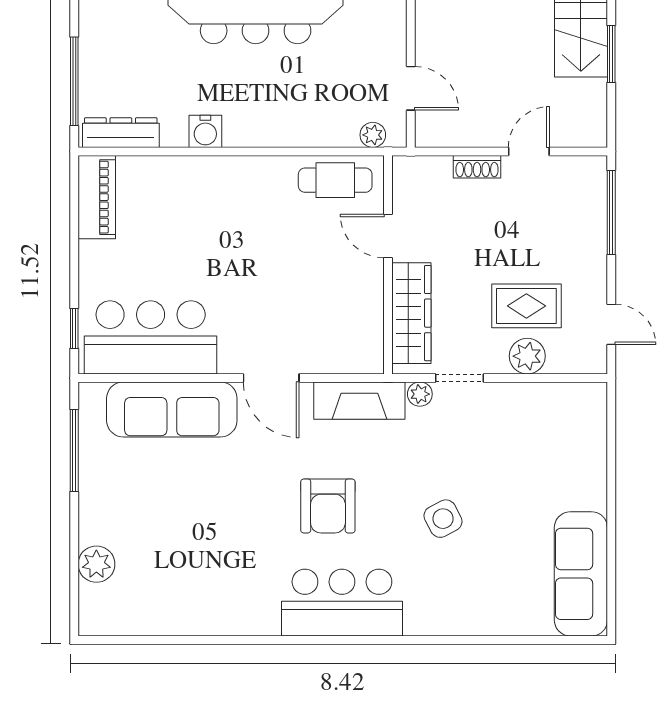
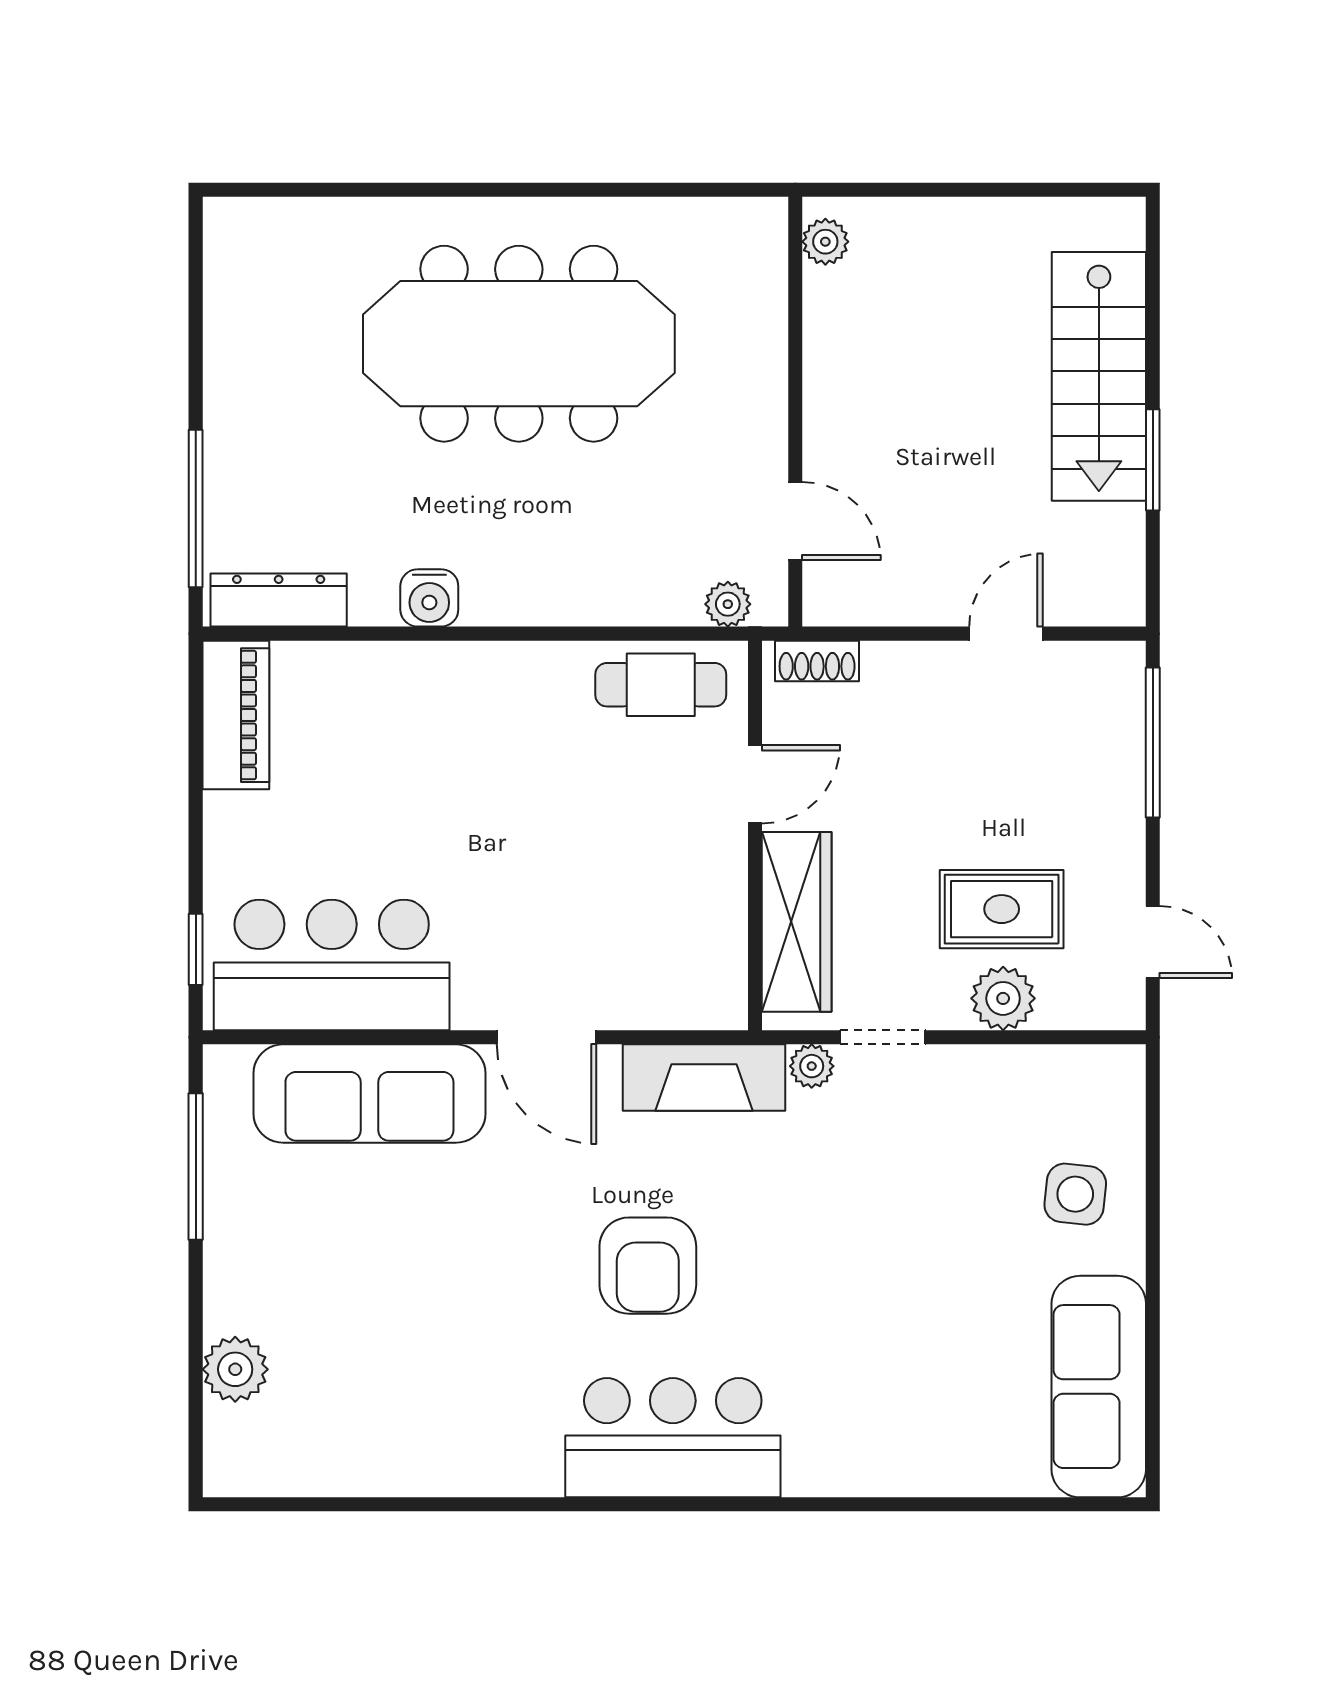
shoe rack: (477, 167) -> (817, 661), moved
door: (388, 236) -> (755, 784), swing flipped
side table: (443, 519) -> (1075, 1194), moved, turned 34

